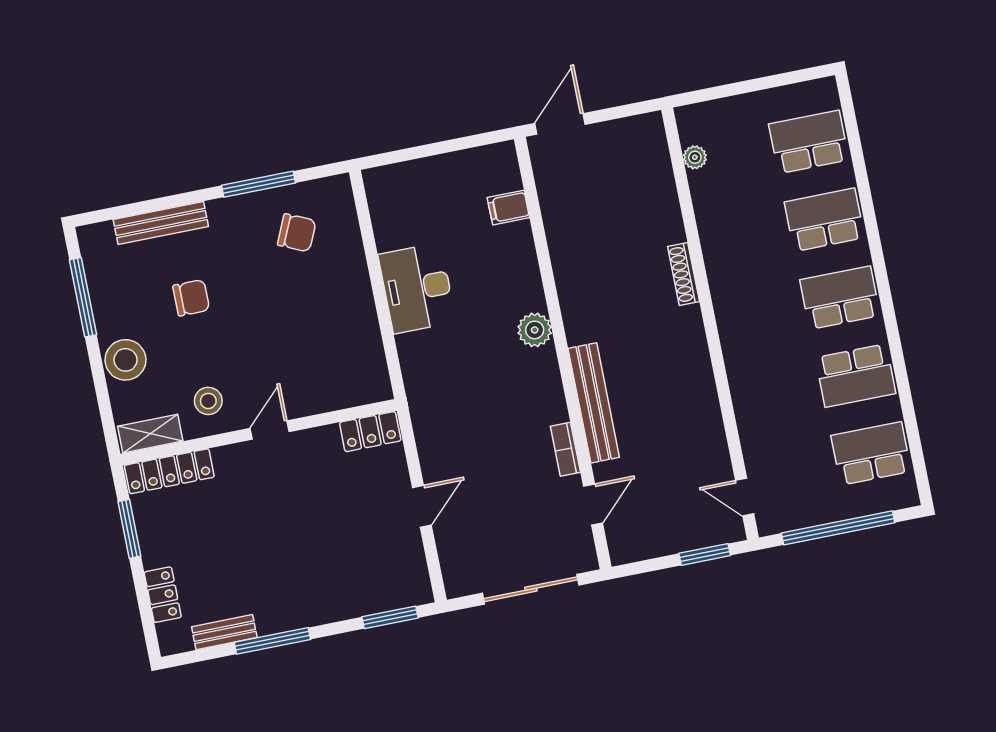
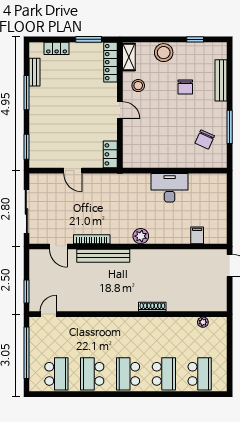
window: (83, 297) -> (195, 39), width x0.46
school desk: (840, 298) -> (128, 374), turned 180
bookcase: (565, 449) -> (92, 239), width x1.56

